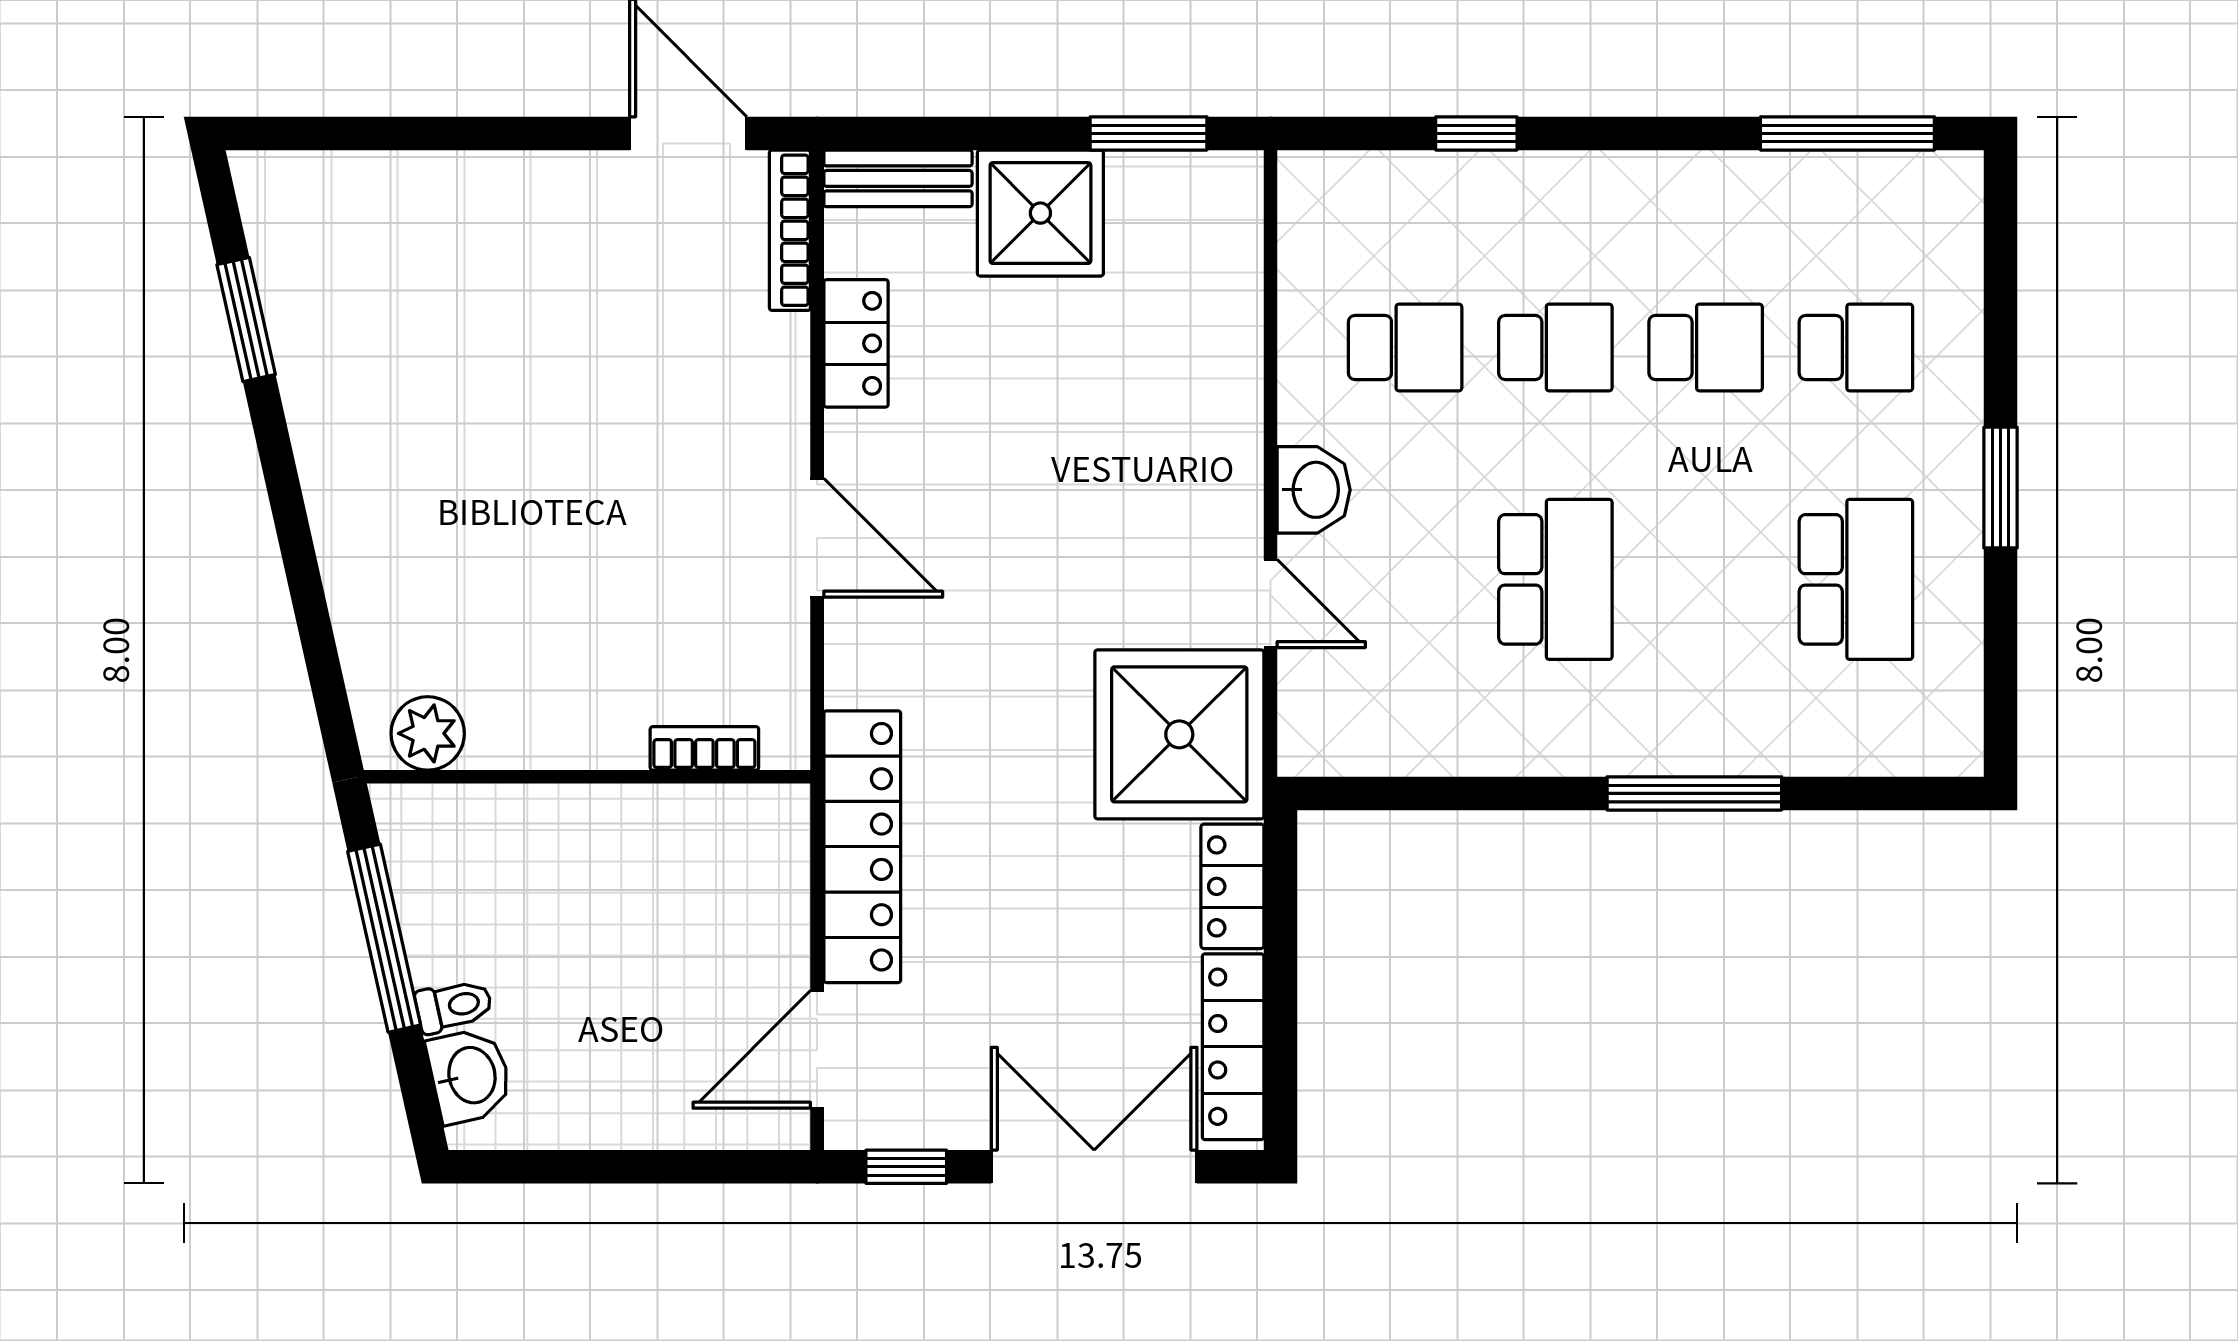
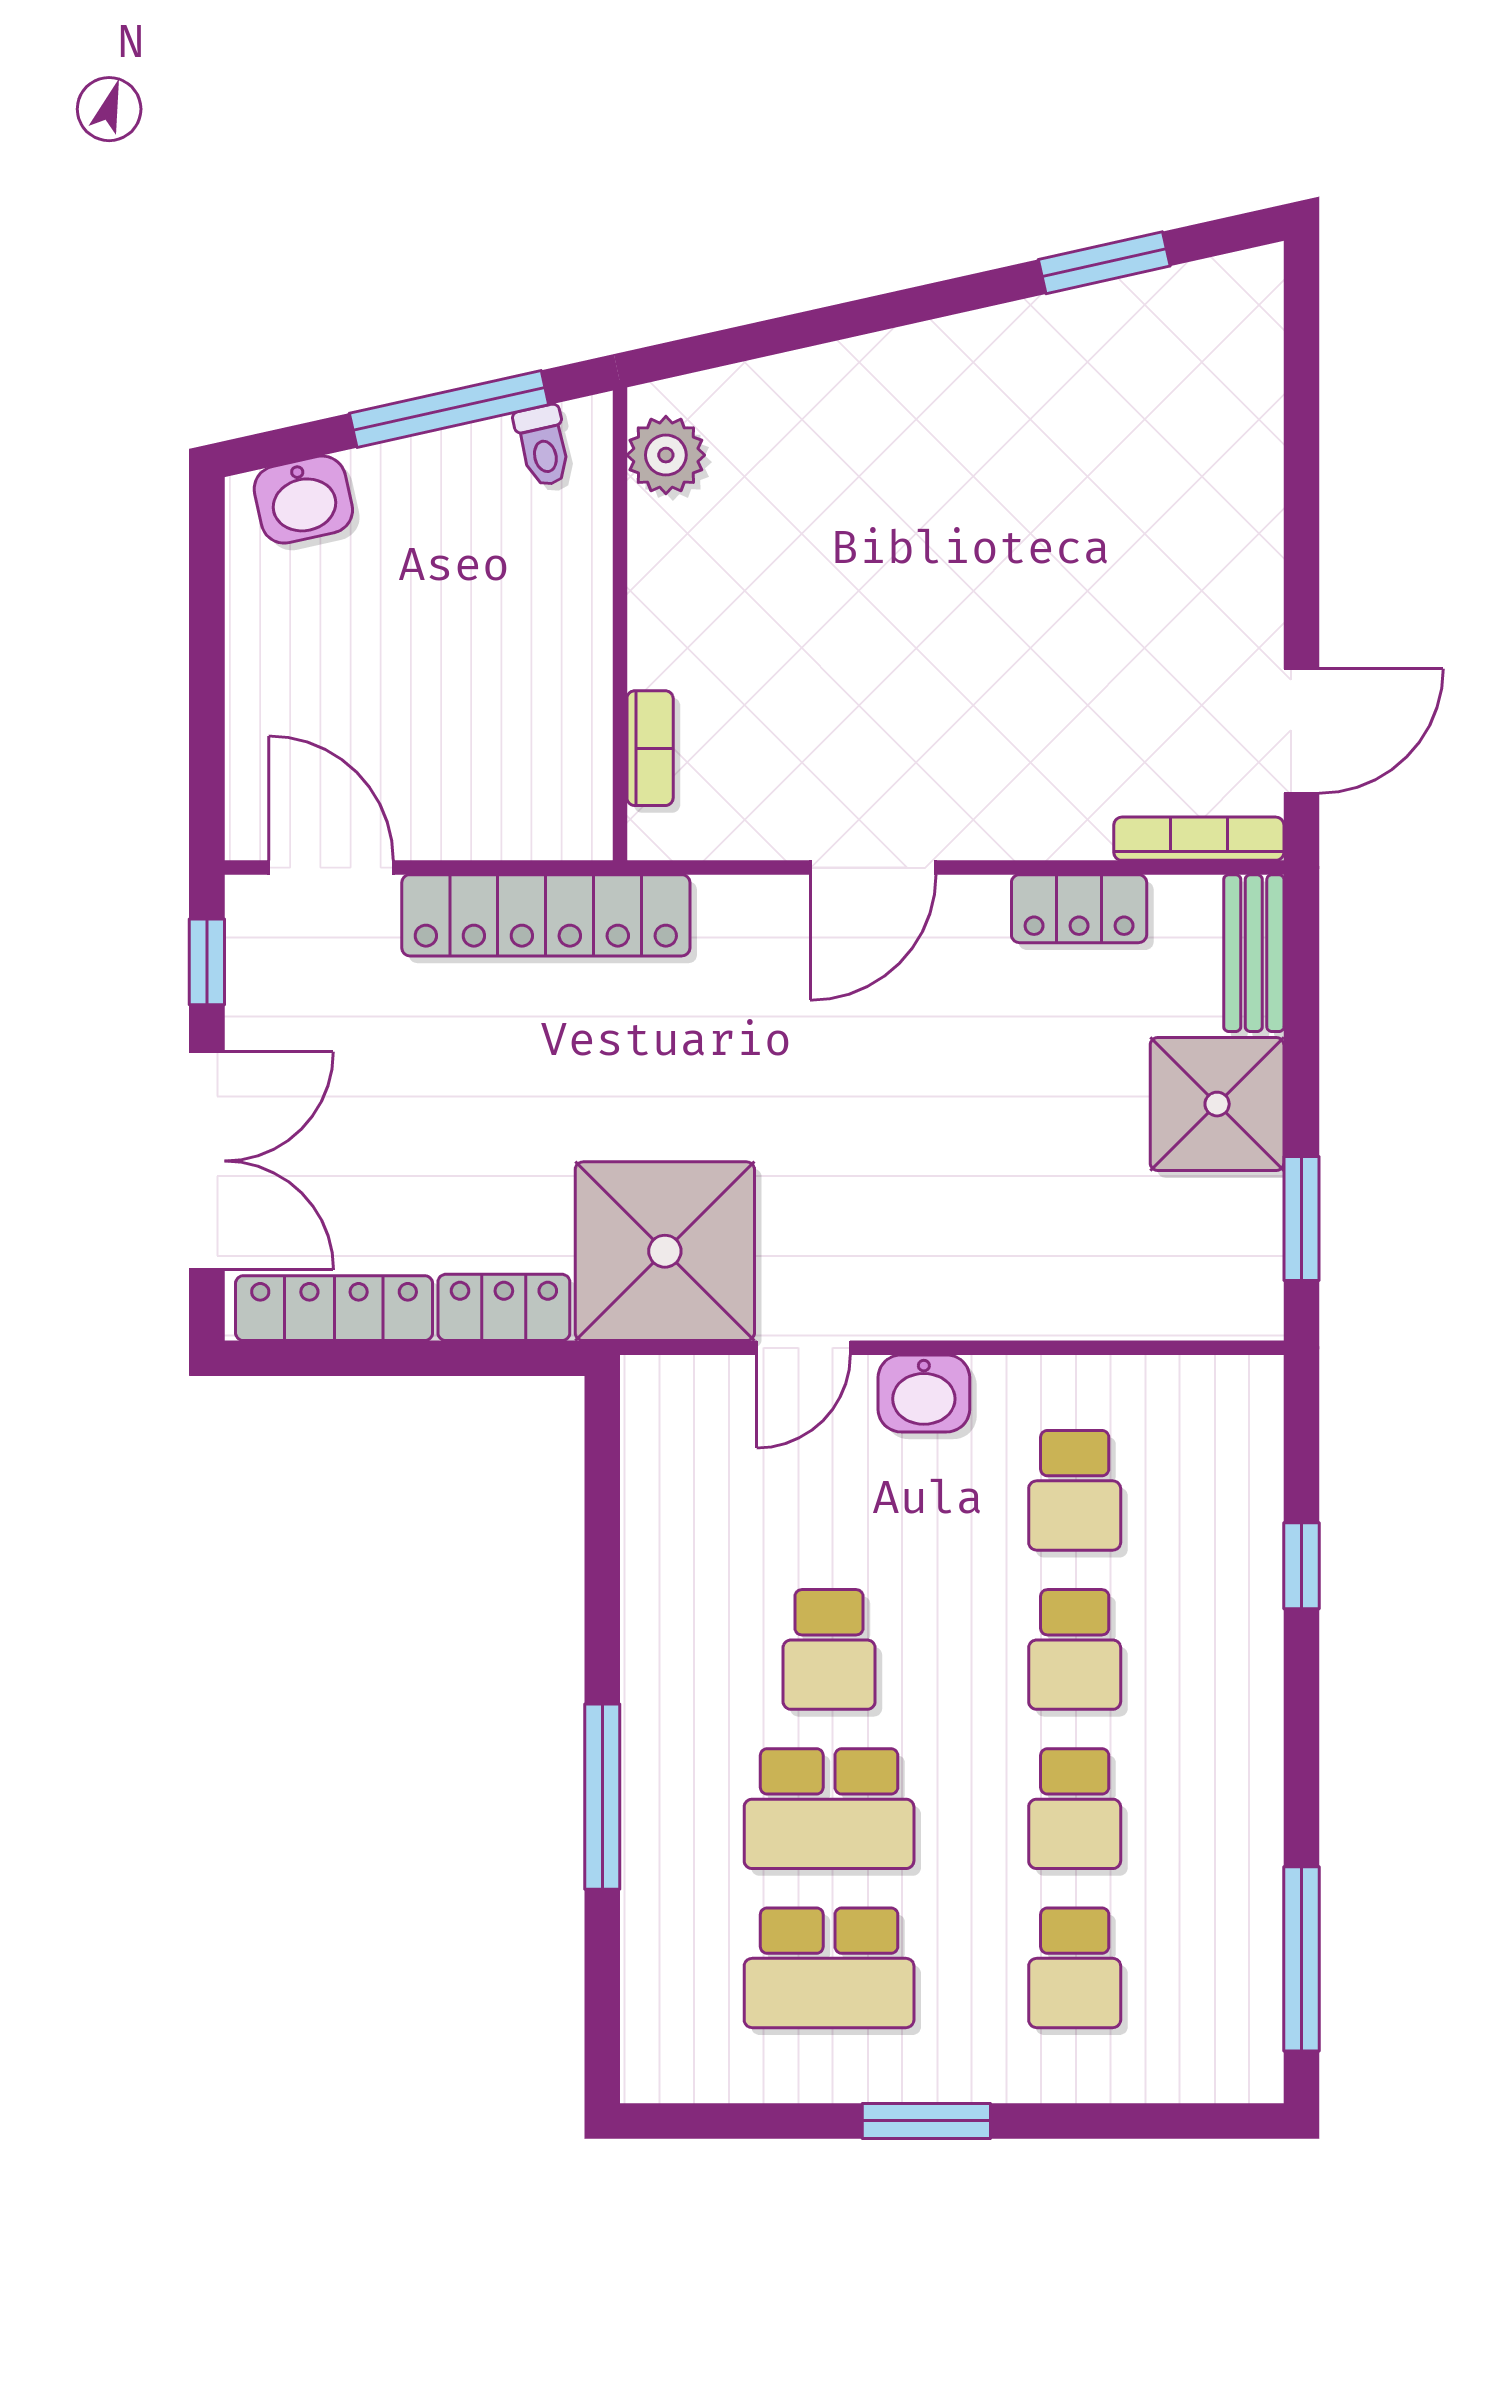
school desk: (1555, 579) -> (829, 1649), width x0.54
school desk: (1706, 579) -> (829, 1809), added
toilet: (454, 1006) -> (543, 446), moved

